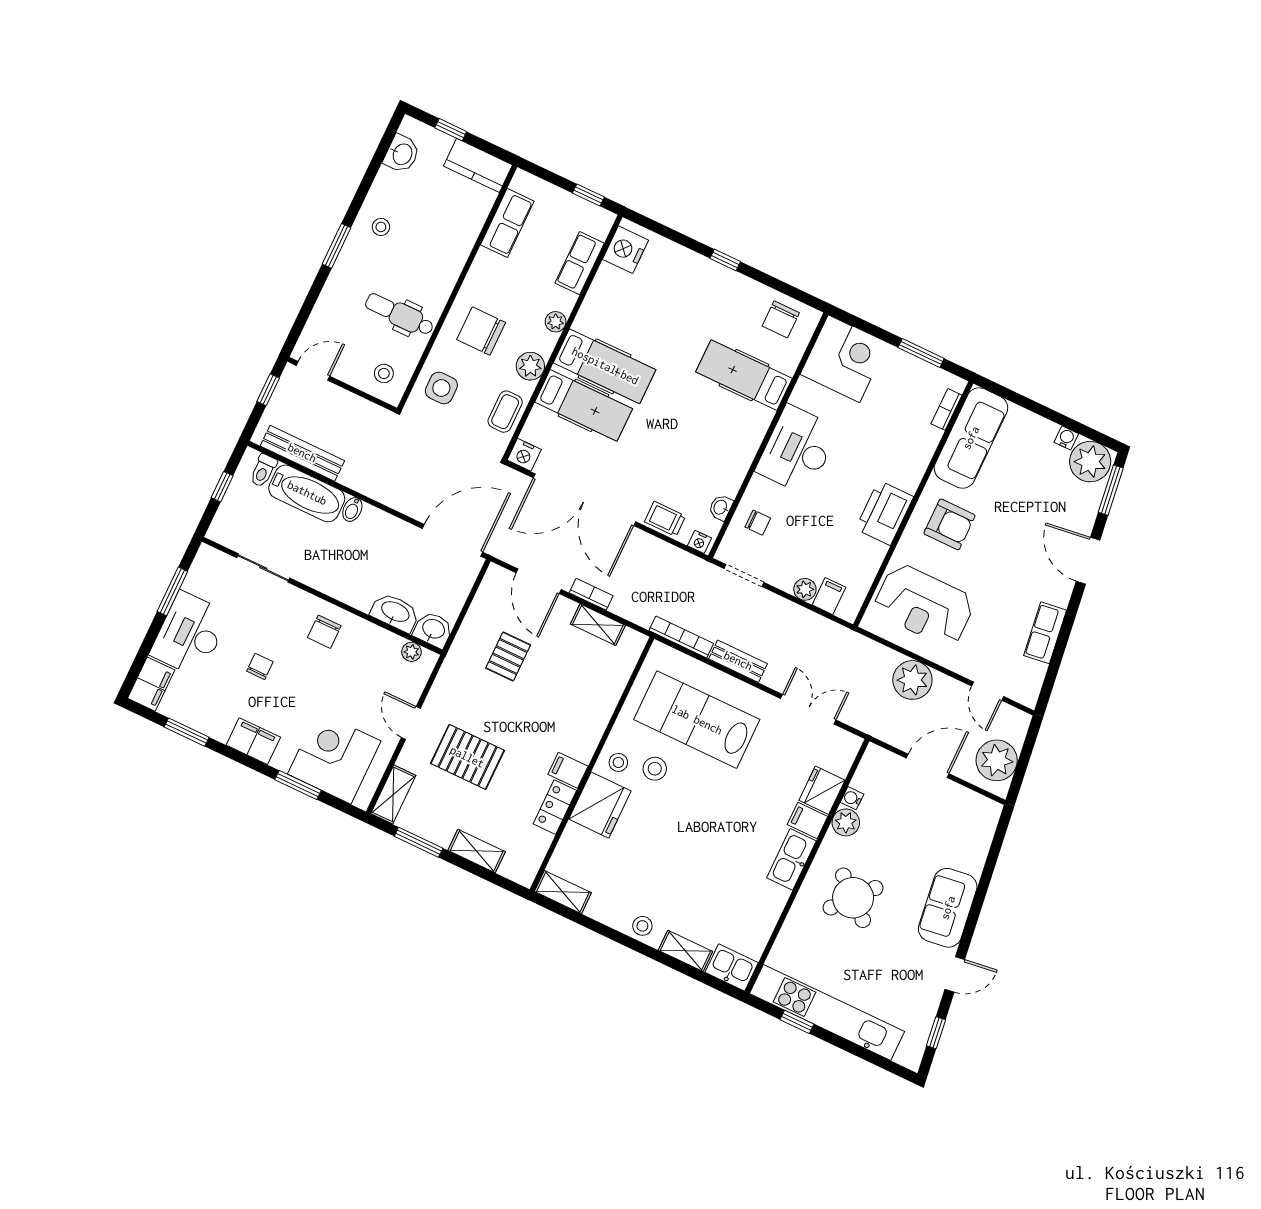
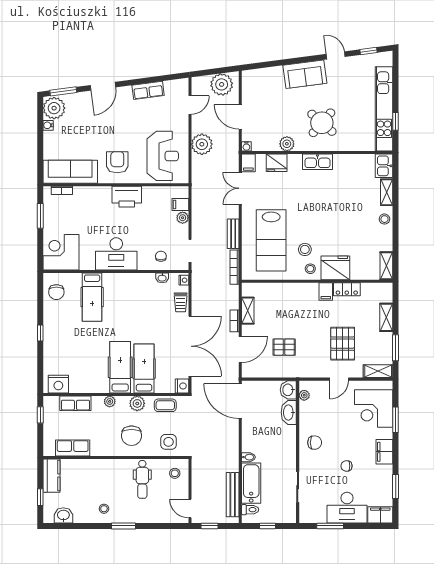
chair: (781, 319) -> (56, 292), turned 90
water cooler: (852, 798) -> (246, 146), moved
filing cabinet: (807, 821) -> (248, 163), moved

